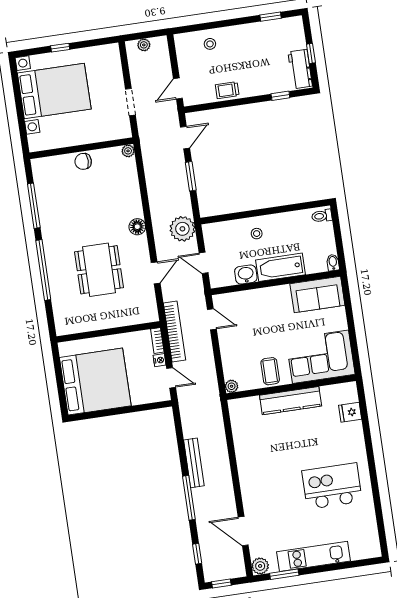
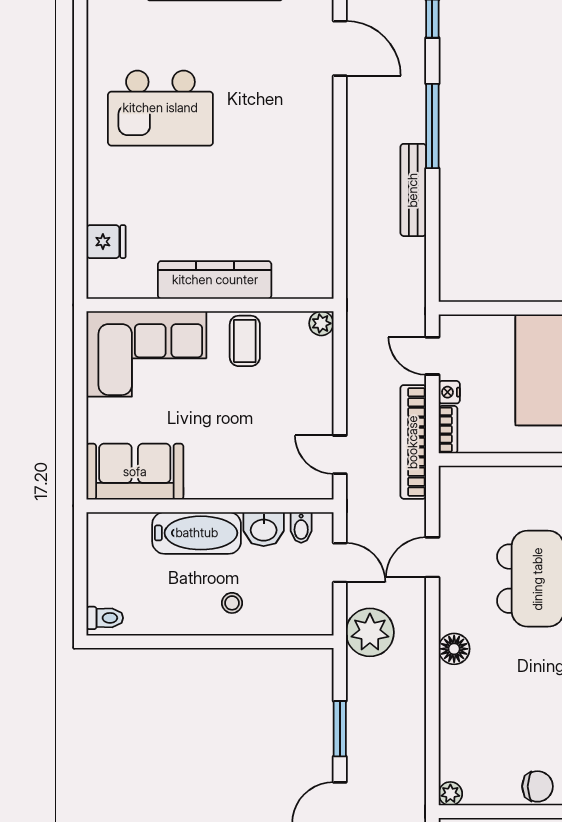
bidet: (333, 263) -> (301, 527), moved

